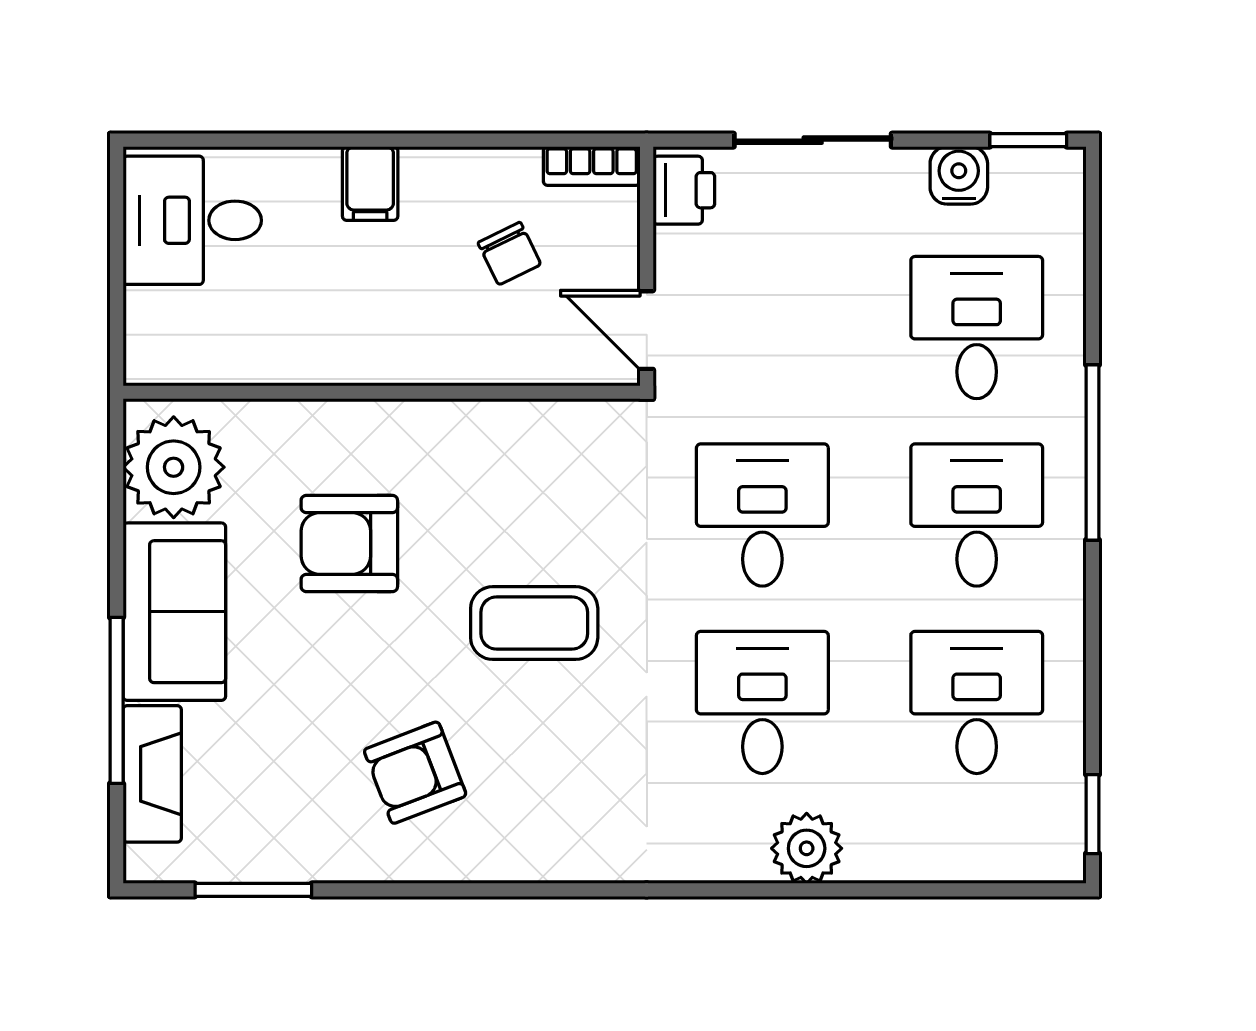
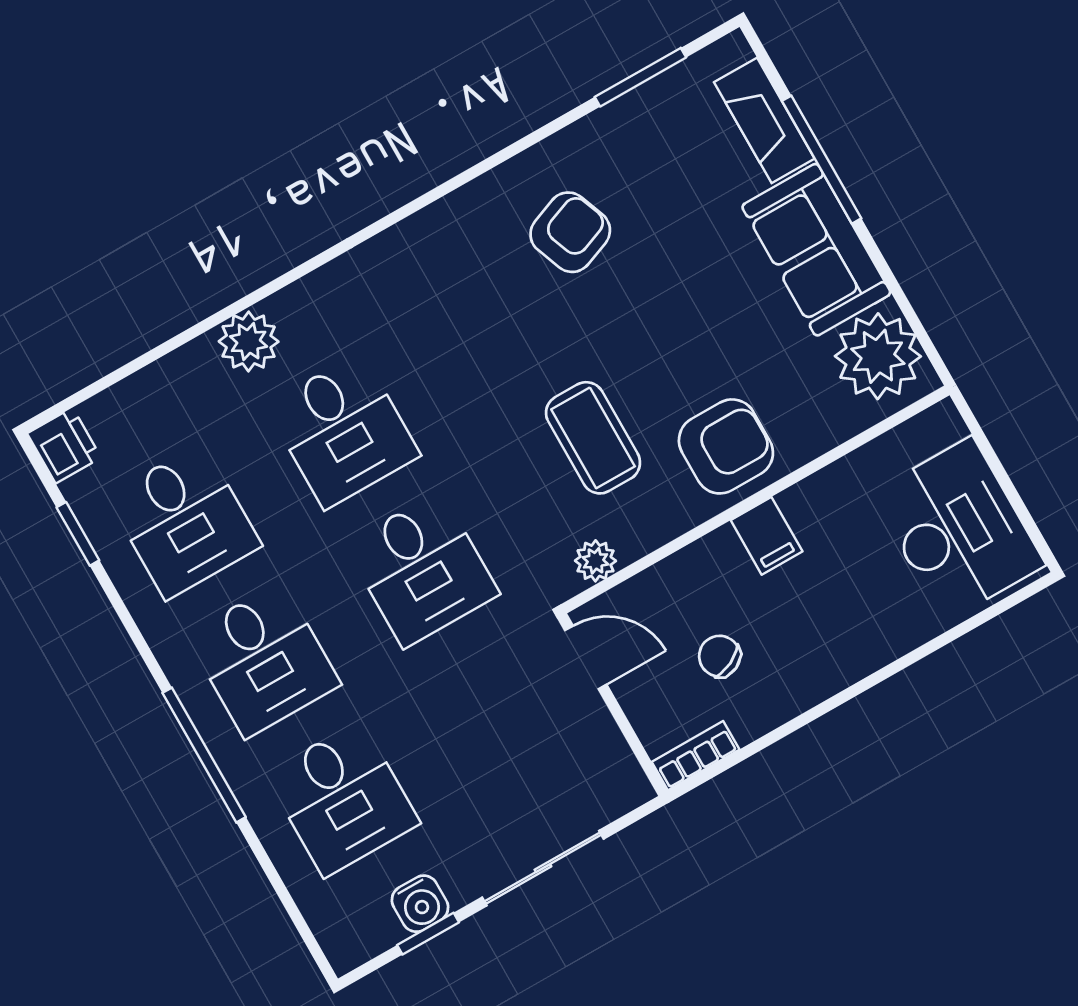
window: (1028, 140) -> (428, 934), moved
filing cabinet: (370, 183) -> (767, 536), moved, turned 180
printer: (684, 190) -> (64, 446), moved, turned 180
desk: (192, 220) -> (958, 529), width x1.37
plant: (580, 423) -> (595, 561), added
armchair: (349, 544) -> (726, 446), moved
coffee table: (534, 623) -> (593, 438), moved, turned 90
window: (1093, 814) -> (78, 534), moved

